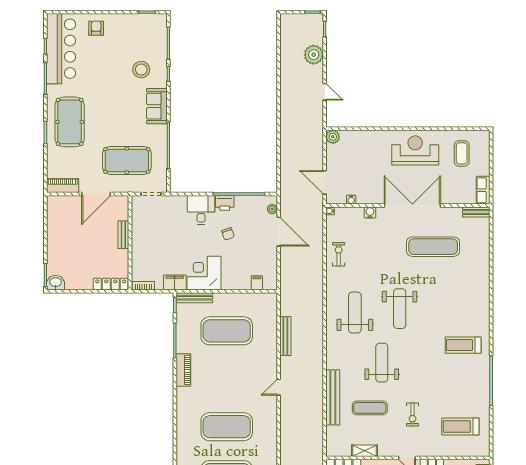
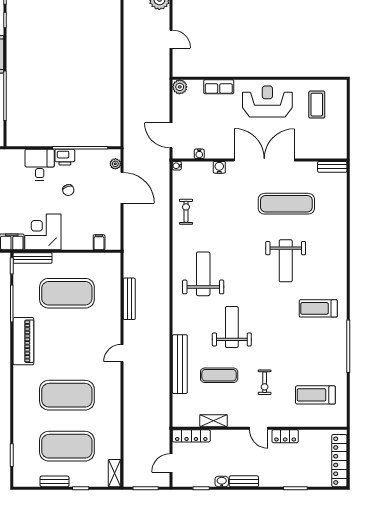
row of seats: (483, 190) -> (219, 87), moved, turned -90
weight bench: (400, 309) -> (286, 261), moved
piano: (183, 370) -> (23, 341), width x1.37, depth x1.33

